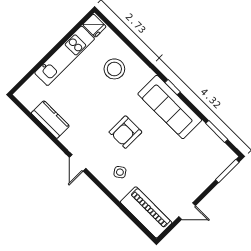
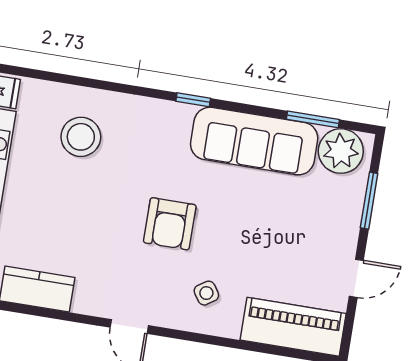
sofa: (170, 107) -> (254, 141), moved
plant: (219, 153) -> (341, 151), added
window: (227, 171) -> (369, 201), moved

